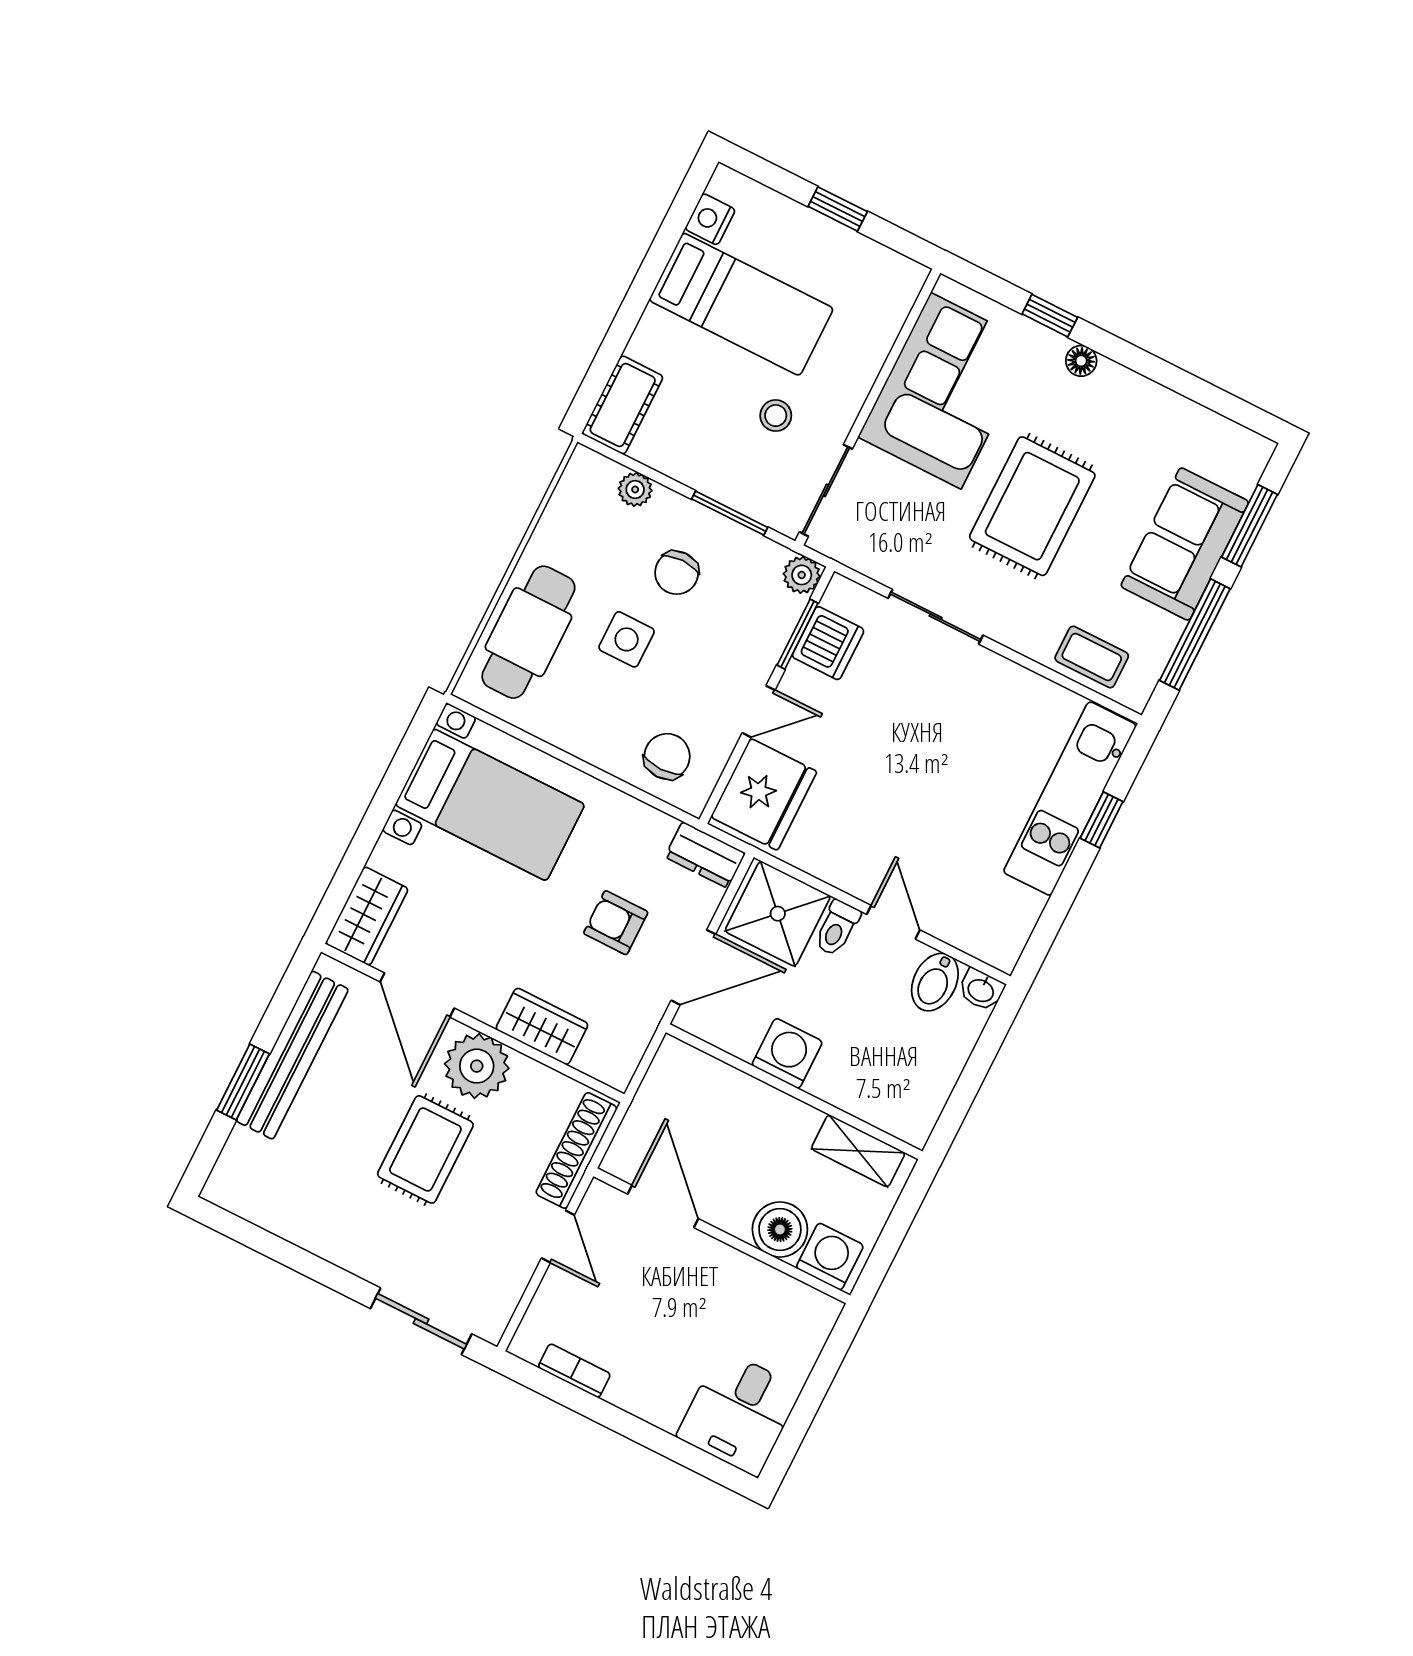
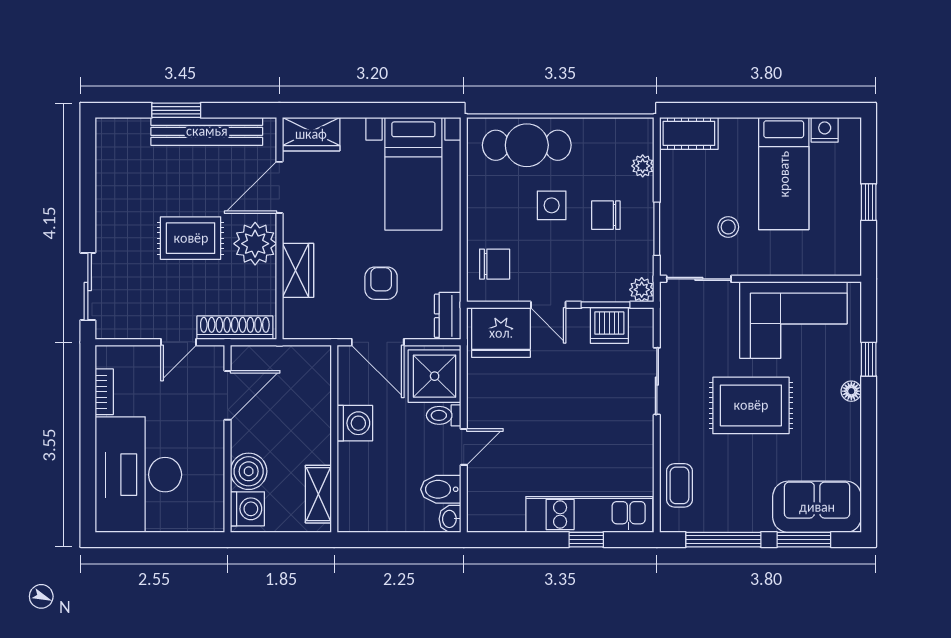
sofa: (1185, 544) -> (817, 507), moved
desk: (739, 1413) -> (138, 475), width x1.87, depth x1.30

